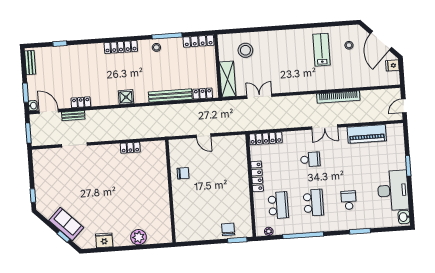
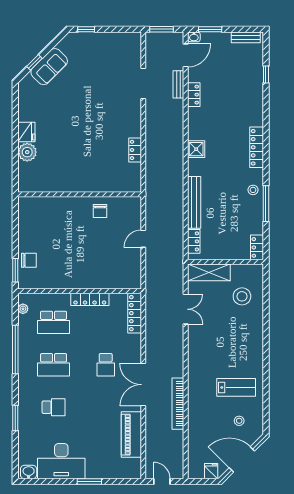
locker: (198, 41) -> (257, 247), width x0.66
double door: (325, 127) -> (143, 385), width x1.37
fridge: (104, 240) -> (26, 132), moved

